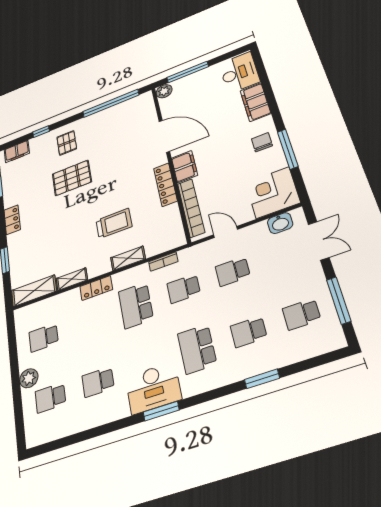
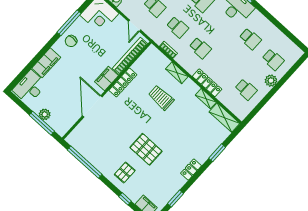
plant: (164, 91) -> (45, 114), moved
locker: (96, 288) -> (207, 83), width x1.53
school desk: (136, 305) -> (200, 48), width x0.54

